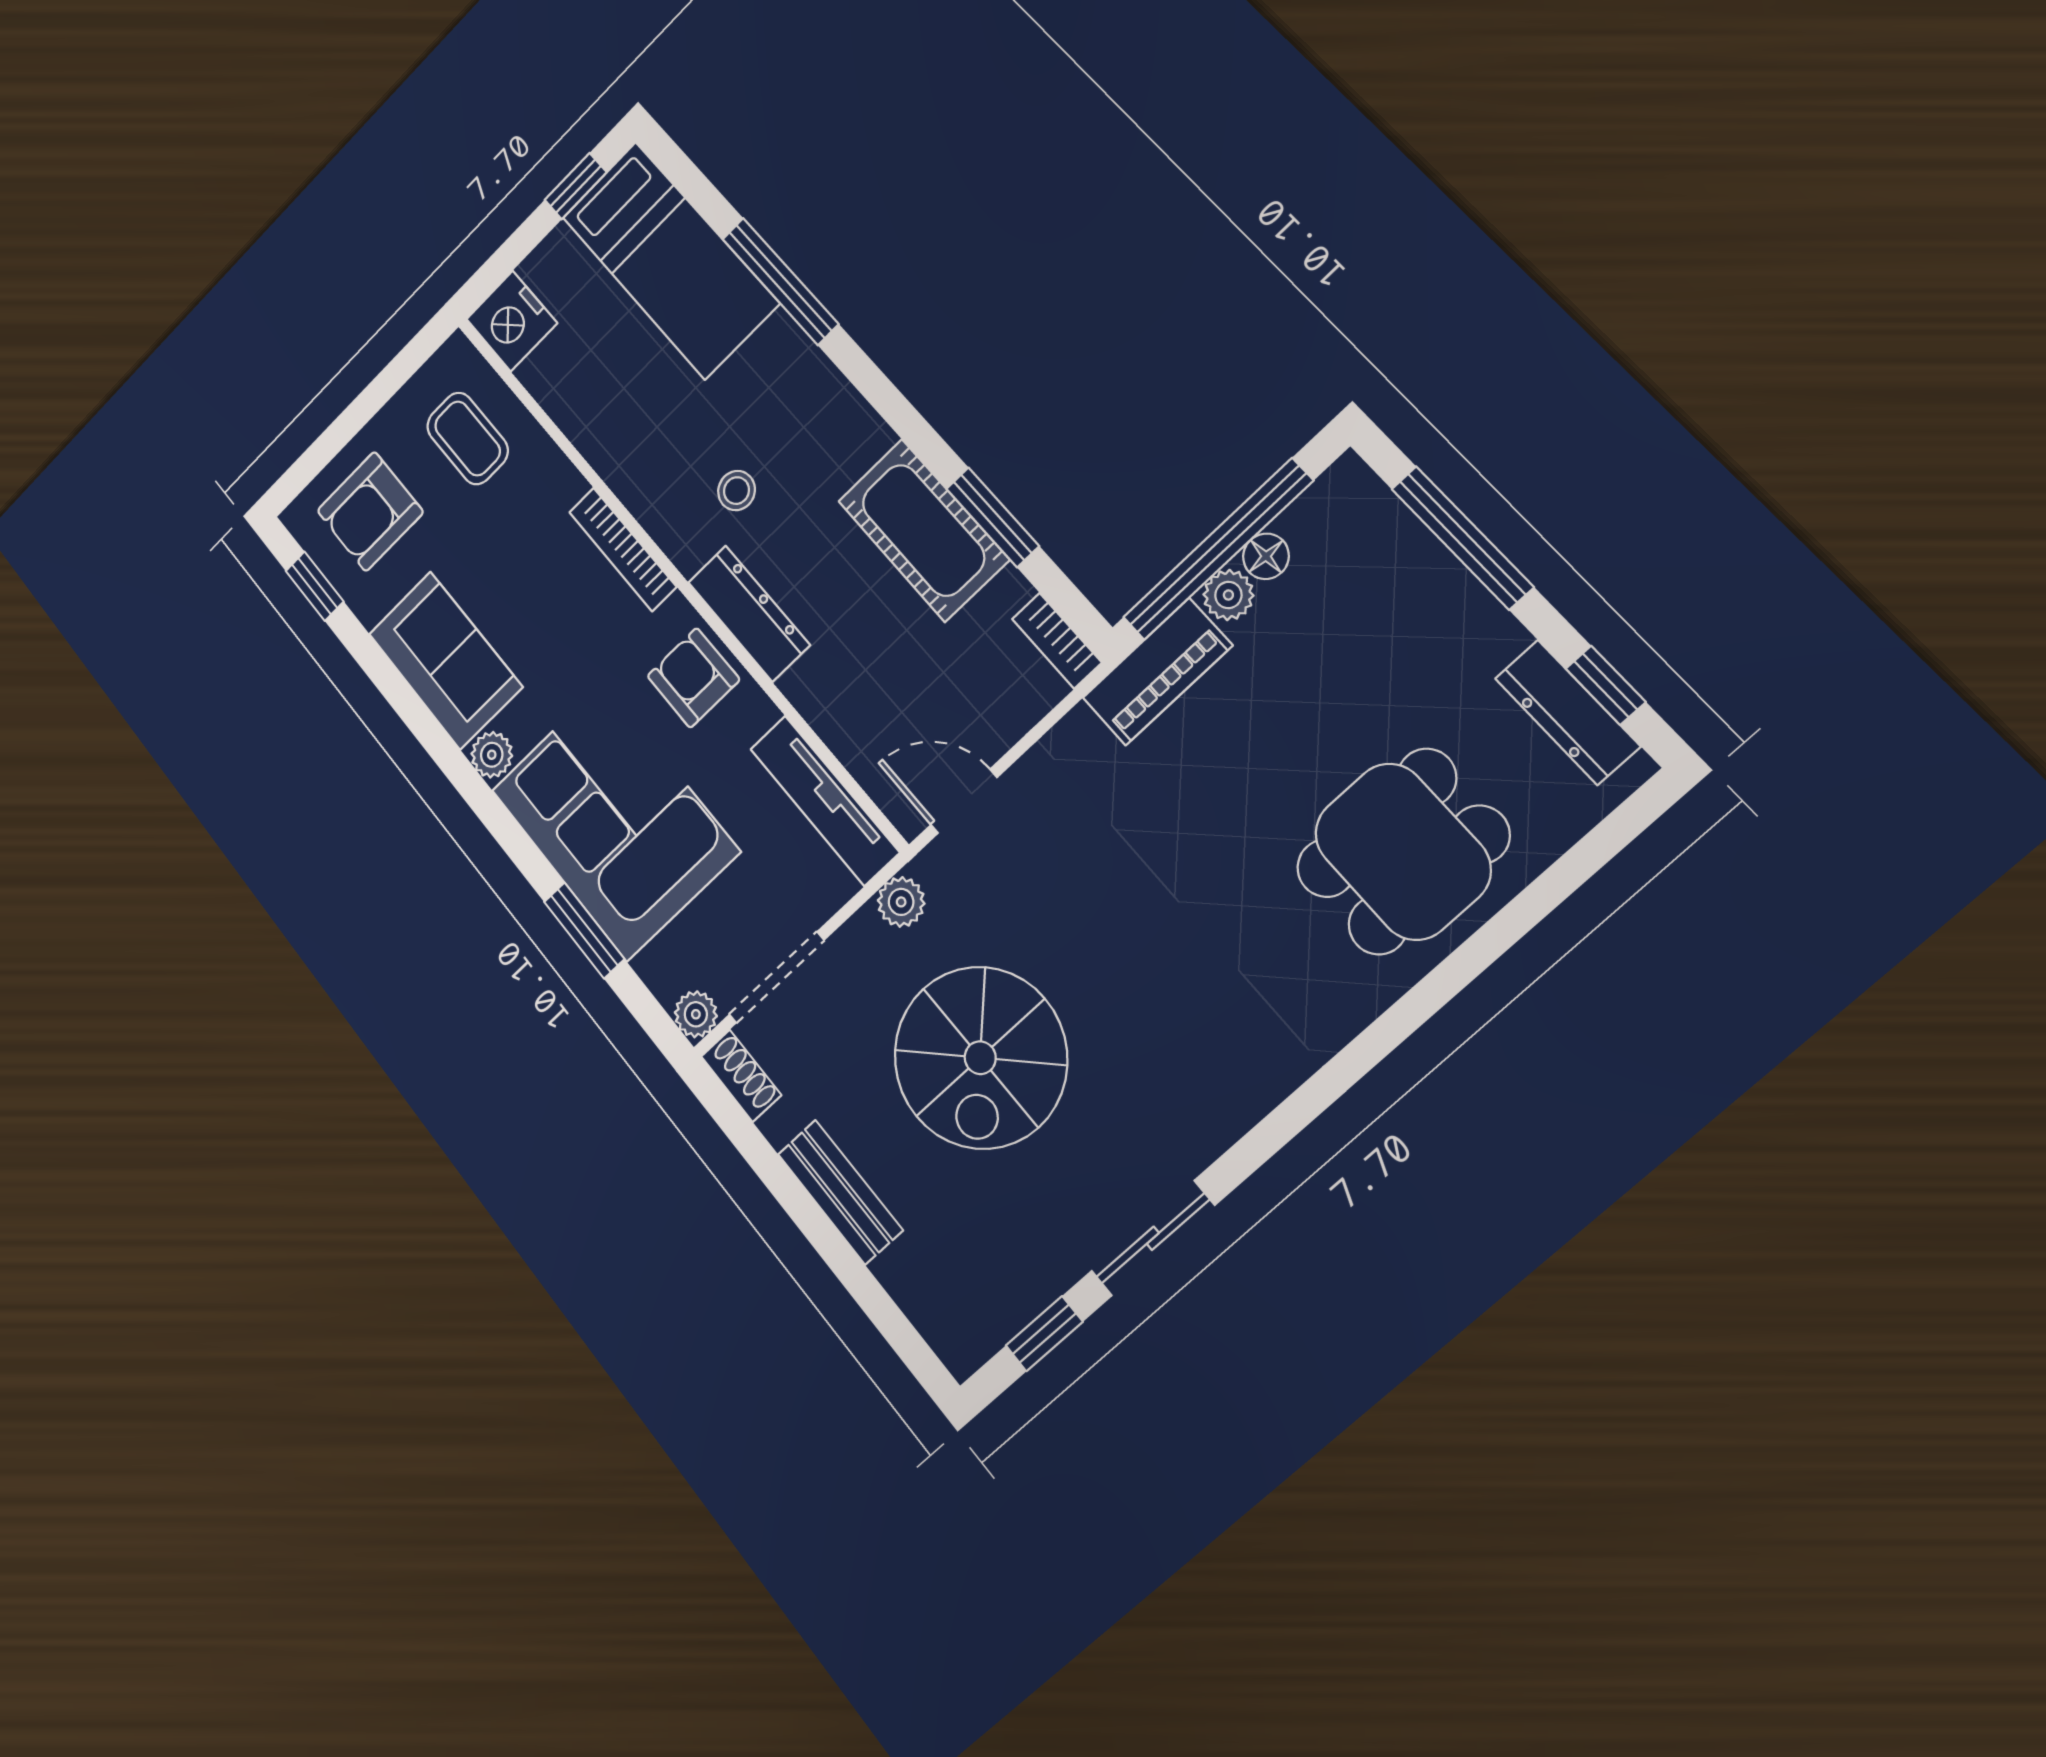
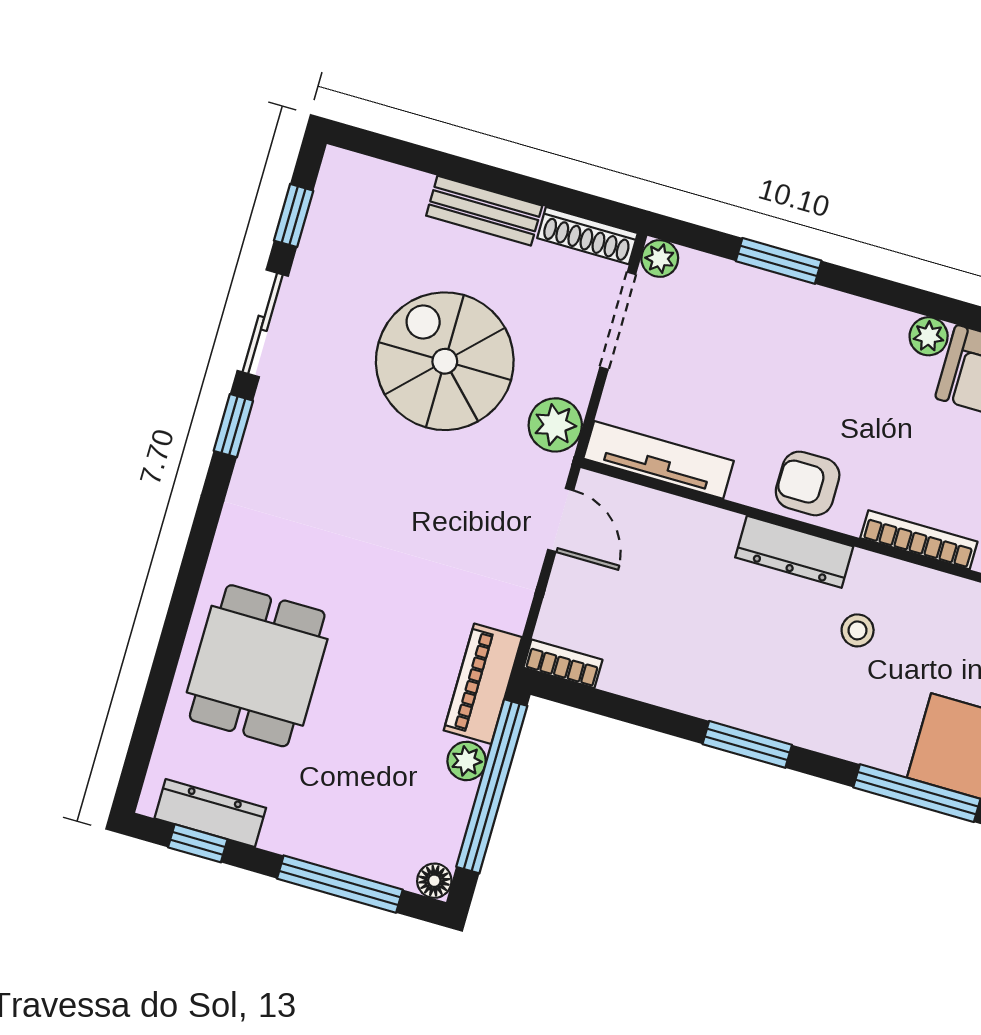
window: (993, 517) -> (747, 744), moved
cot: (923, 530) -> (702, 682), removed
floor lamp: (1266, 556) -> (434, 881), moved
armchair: (693, 678) -> (808, 483), turned 180
door: (964, 801) -> (561, 520), hinge flipped
corner sofa: (615, 821) -> (804, 350), removed
plant: (901, 902) -> (555, 425), width x1.38, depth x1.38
shoe rack: (741, 1076) -> (587, 236), width x1.43
window: (1258, 1146) -> (233, 426), added

